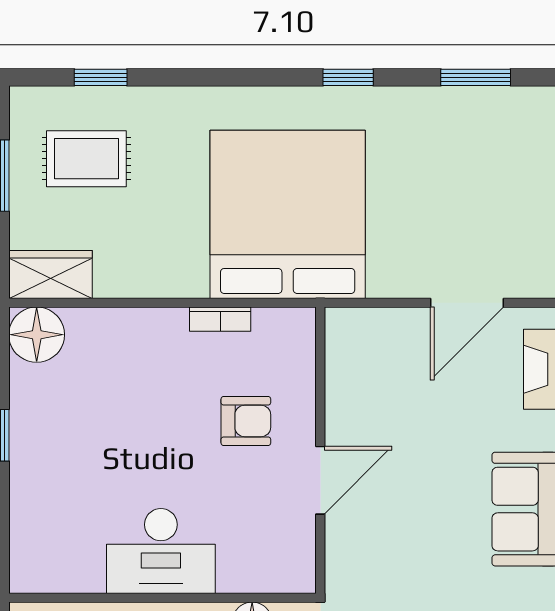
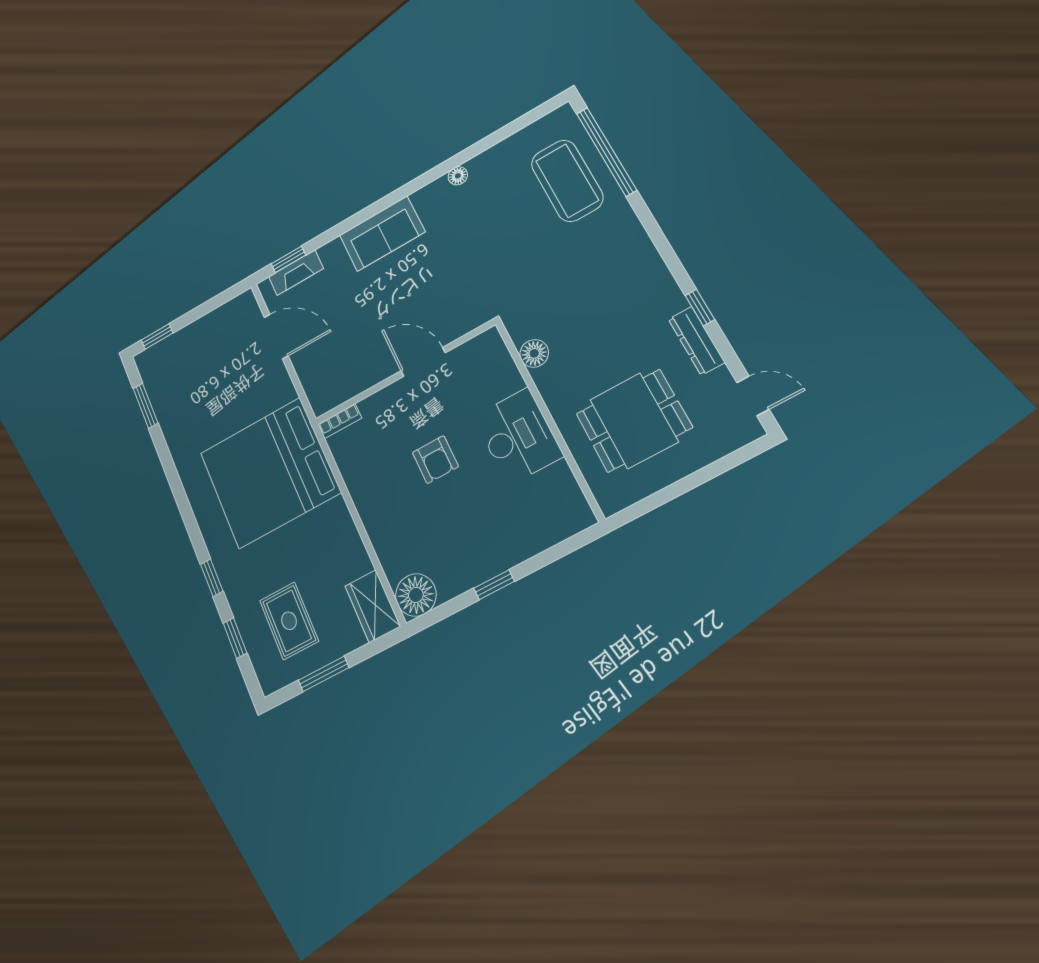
window: (348, 77) -> (212, 578), moved
bookcase: (220, 319) -> (340, 421), moved, turned 90
armchair: (246, 421) -> (435, 460), moved, turned 180

